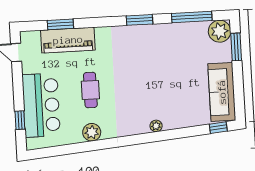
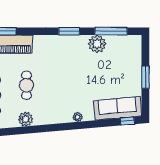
plant: (220, 31) -> (97, 44), moved
window: (236, 47) -> (145, 77), moved
sofa: (222, 92) -> (117, 108), moved, turned 85

